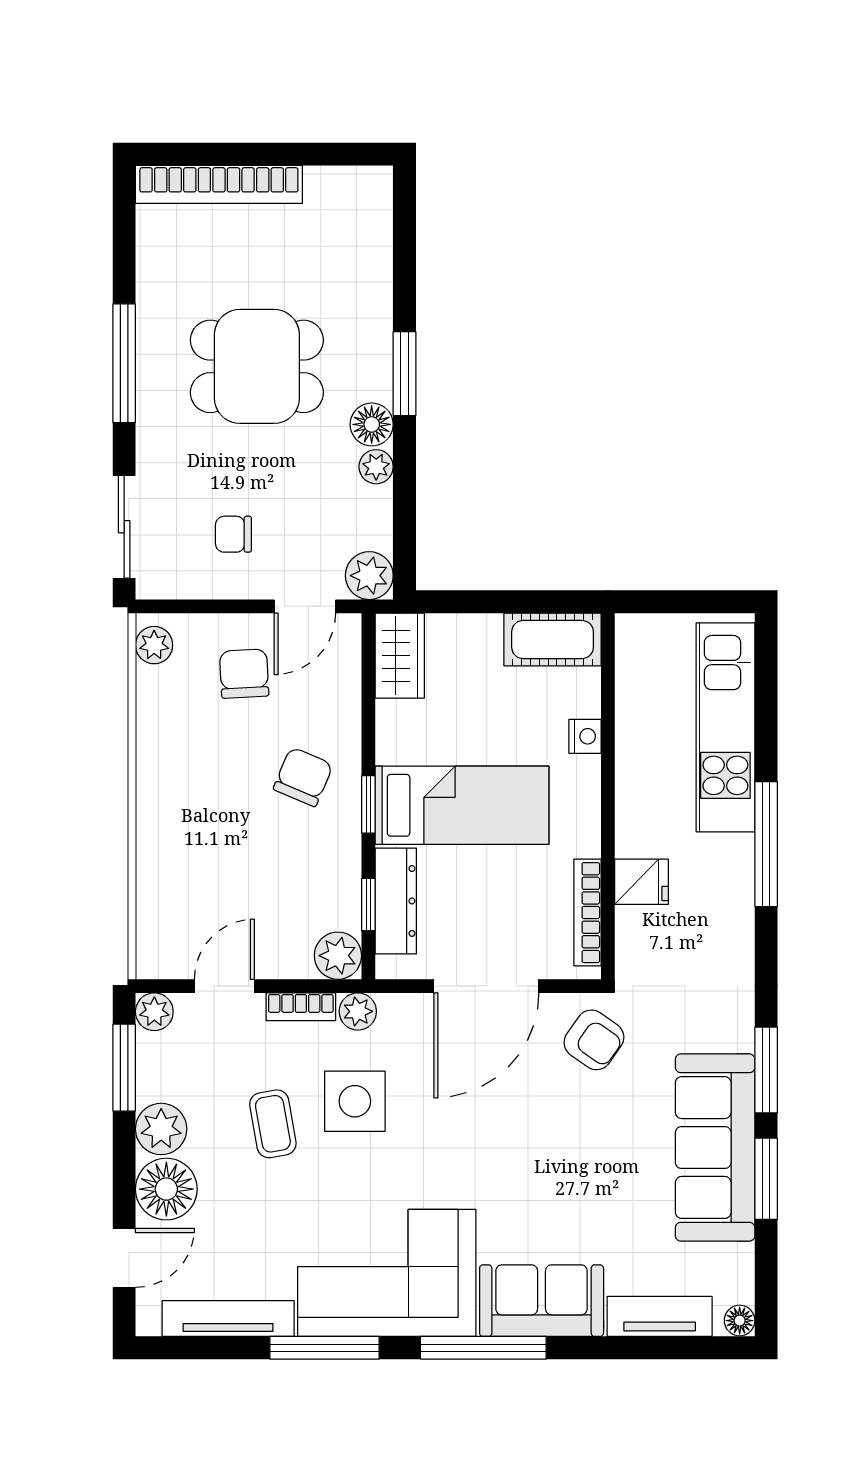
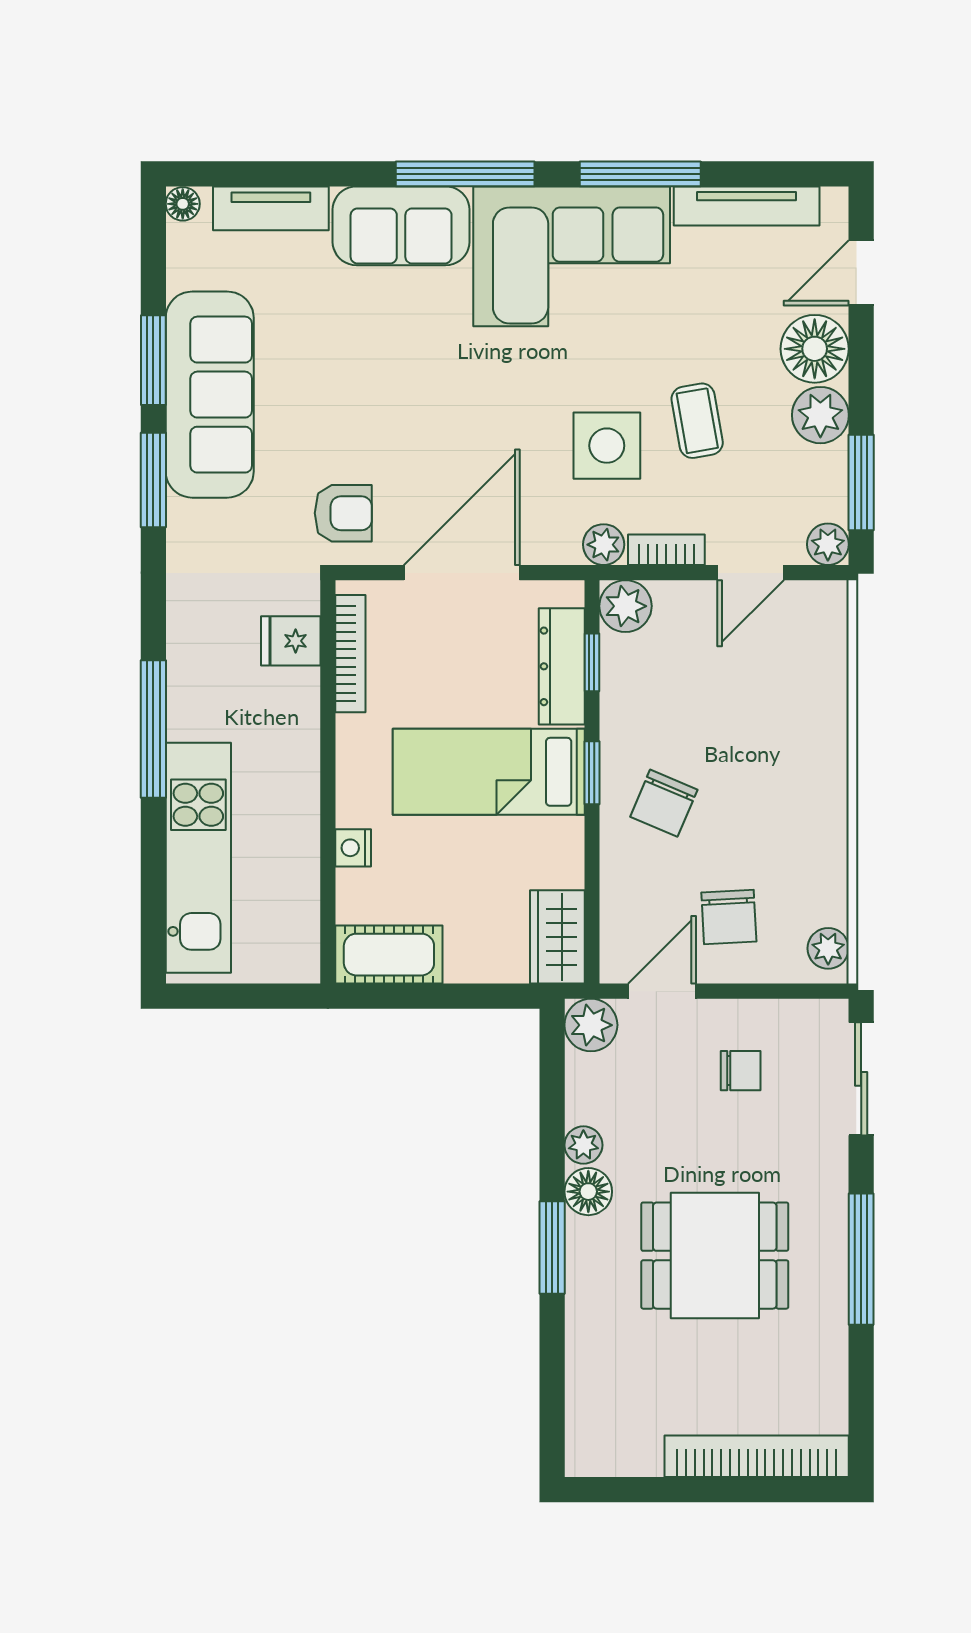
fridge: (642, 882) -> (291, 641), moved
armchair: (594, 1040) -> (343, 513), turned 145

